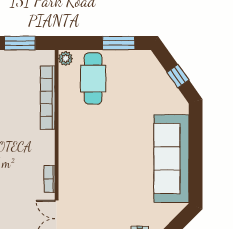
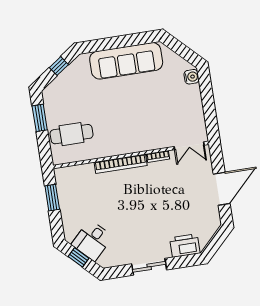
plant: (66, 58) -> (59, 159), removed
bookcase: (48, 98) -> (121, 164), moved

